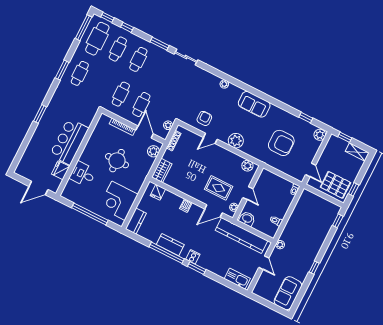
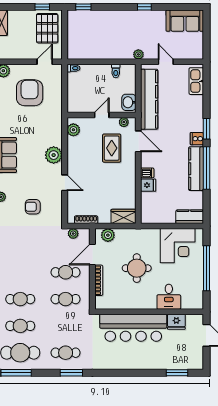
window: (40, 114) -> (177, 373), moved
armchair: (204, 118) -> (33, 207), moved
bar counter: (69, 142) -> (133, 328), width x1.36
armchair: (281, 143) -> (30, 93), moved
fridge: (158, 192) -> (148, 185), moved
kitchen counter: (170, 245) -> (196, 169), width x1.50
door: (264, 263) -> (166, 62), hinge flipped

